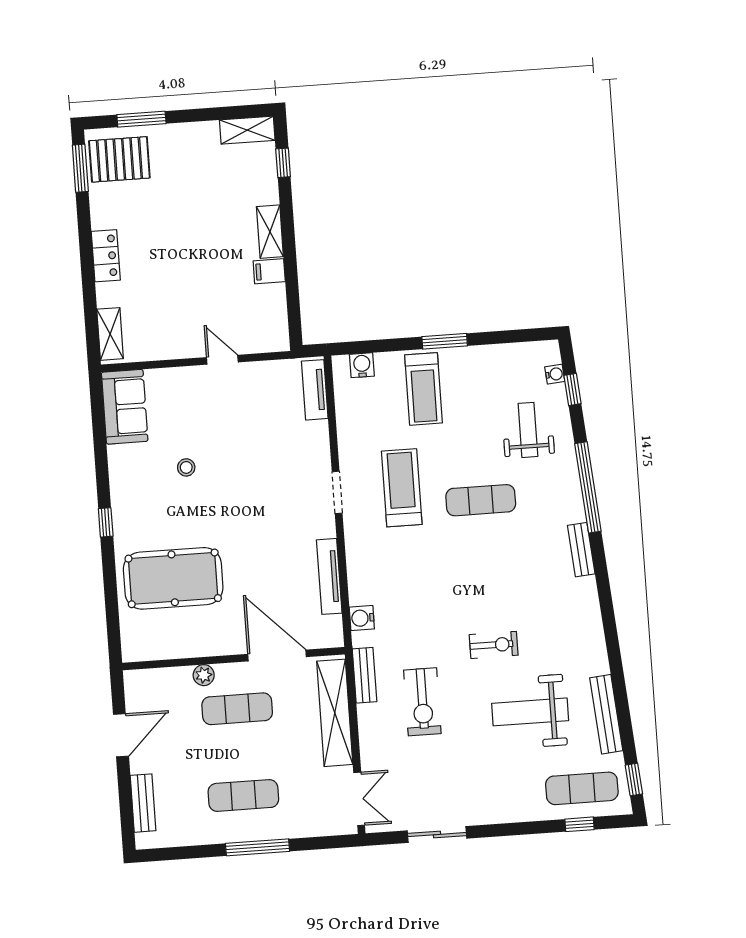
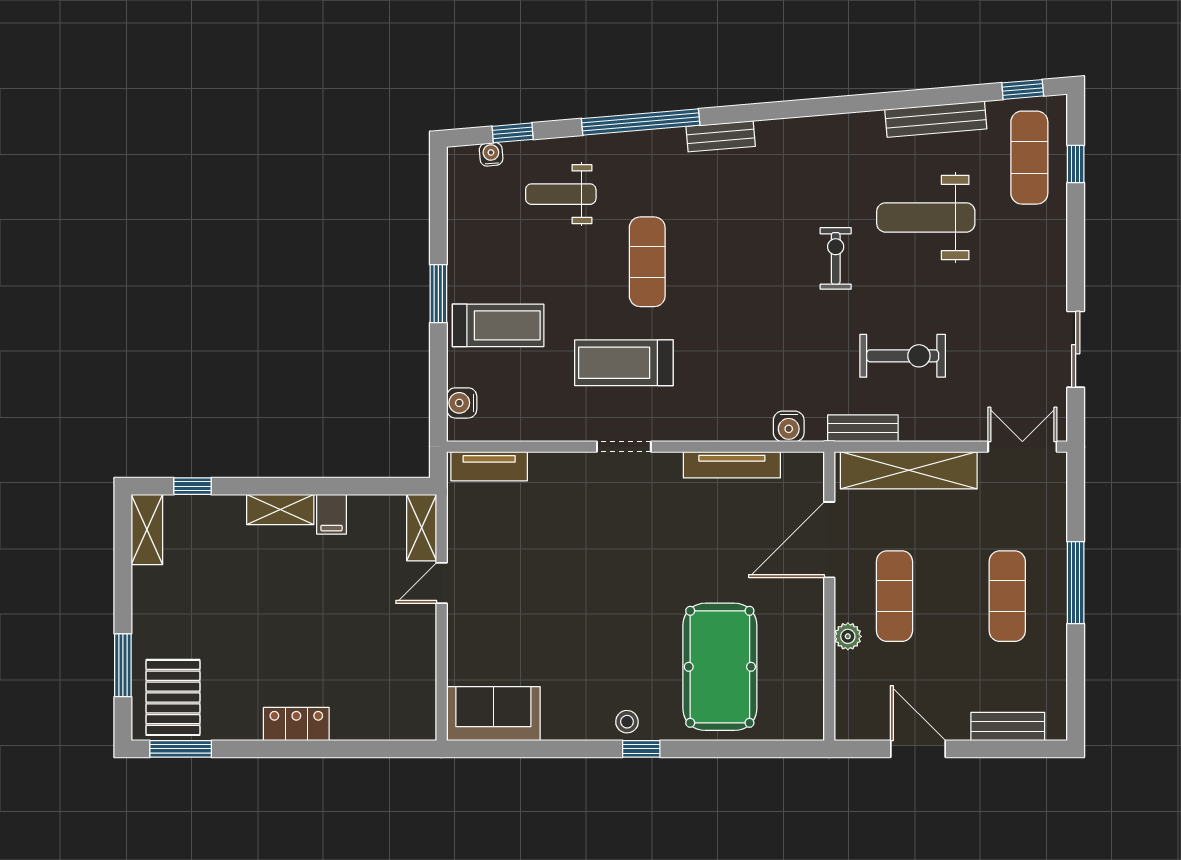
shelving: (110, 334) -> (422, 528), moved, turned 90
stool: (186, 467) -> (627, 722), moved
weight bench: (530, 712) -> (926, 217), turned 90

